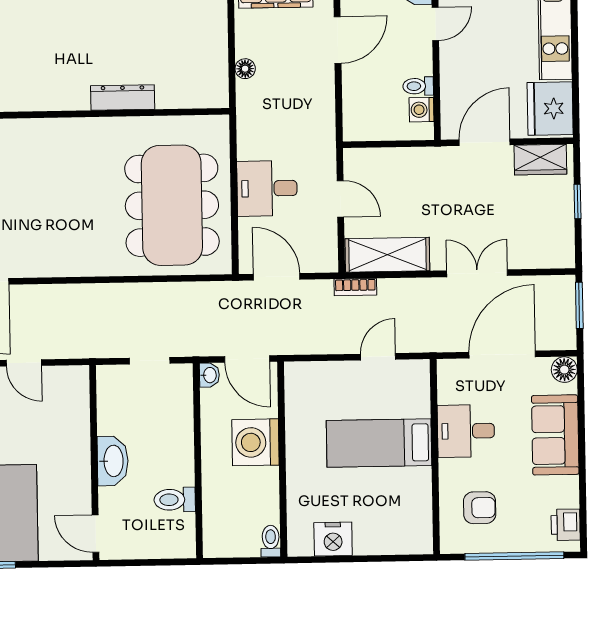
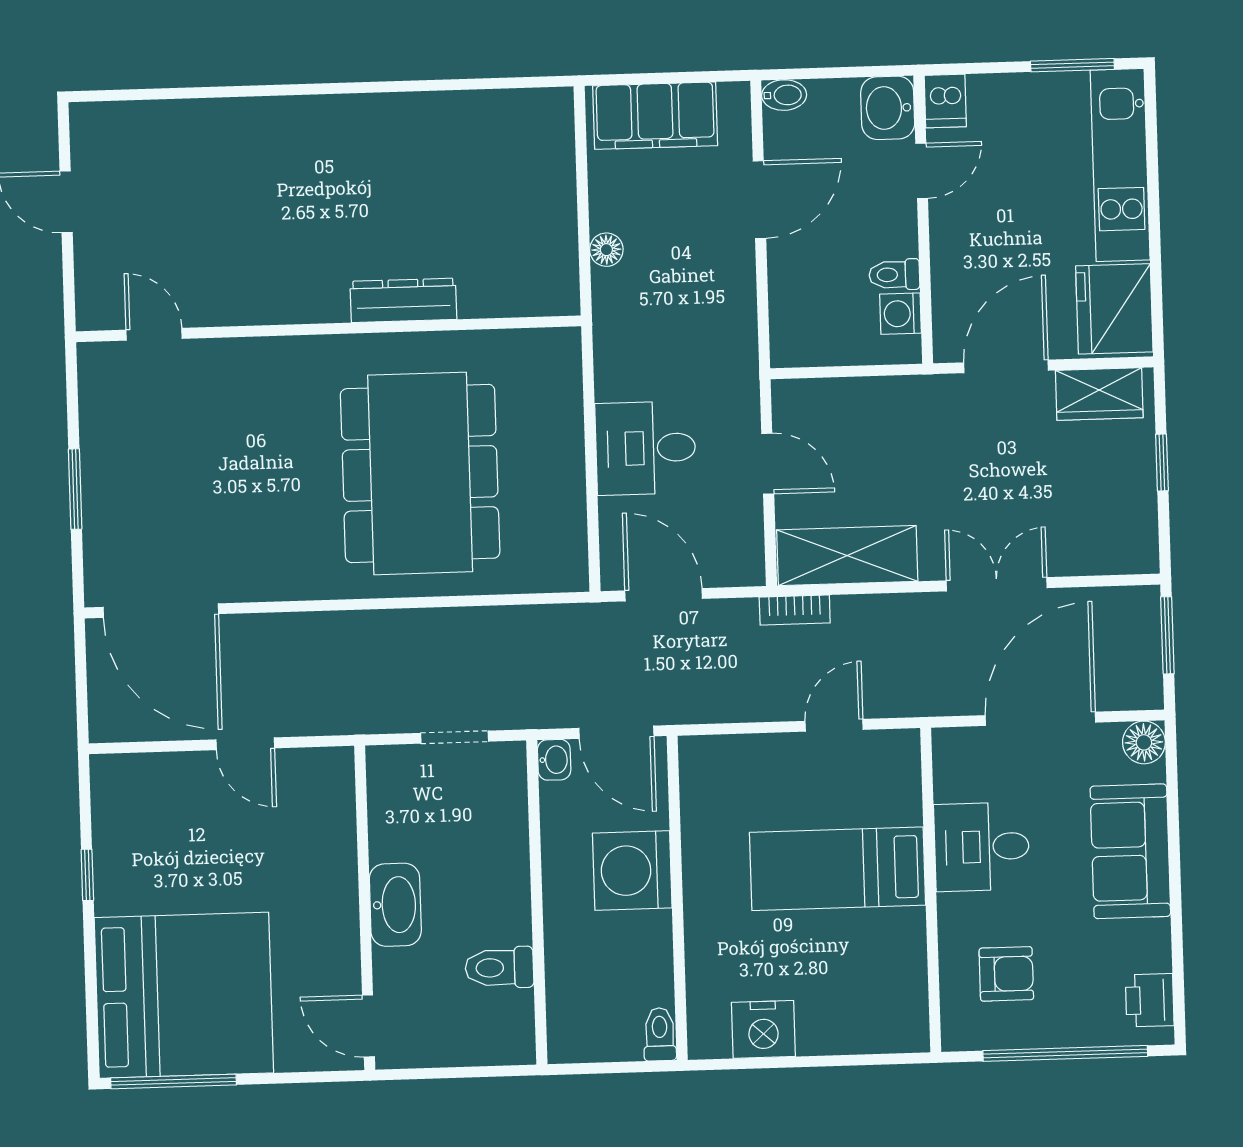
dining table: (172, 205) -> (420, 473), moved

